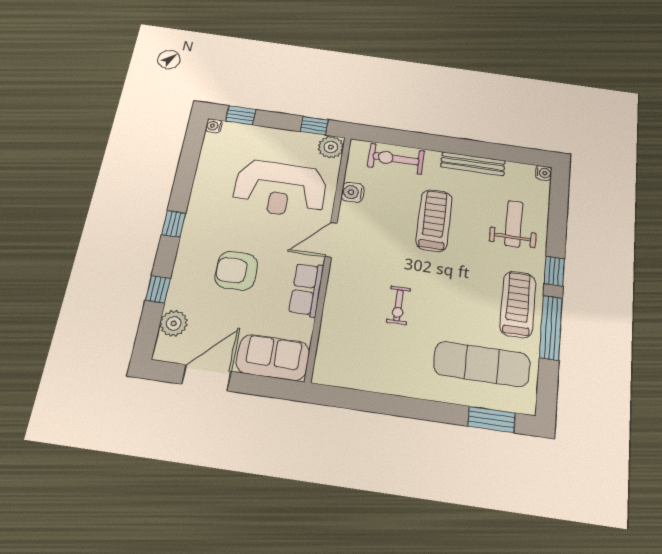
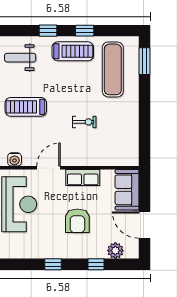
door: (331, 240) -> (49, 168), swing flipped
treadmill: (518, 304) -> (73, 51), turned 180
window: (551, 328) -> (85, 31), width x0.46

